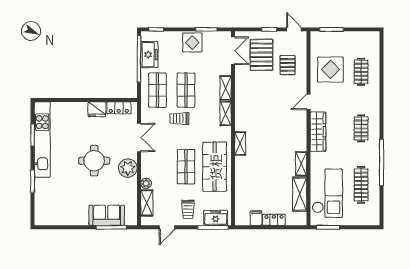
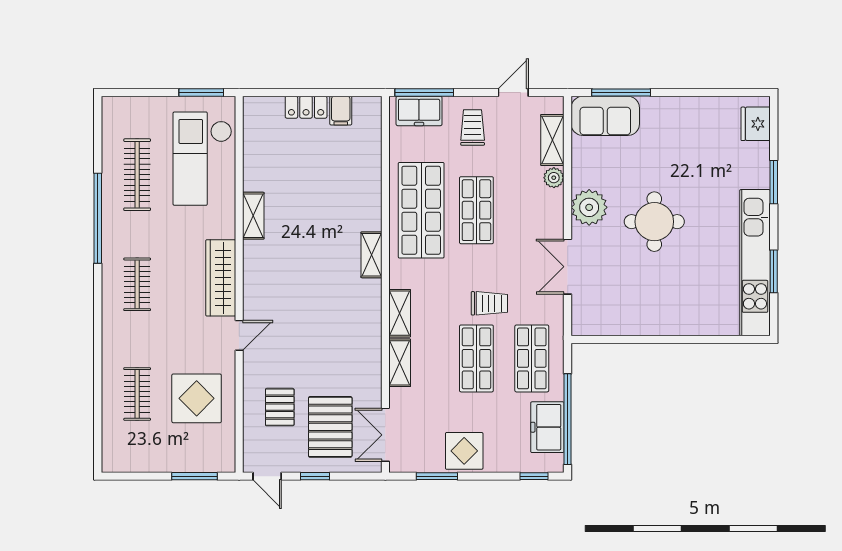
locker: (119, 108) -> (607, 324), removed
fridge: (97, 109) -> (756, 124), moved, turned -90
shelving: (300, 194) -> (256, 157), removed
sofa: (107, 215) -> (605, 116), moved

